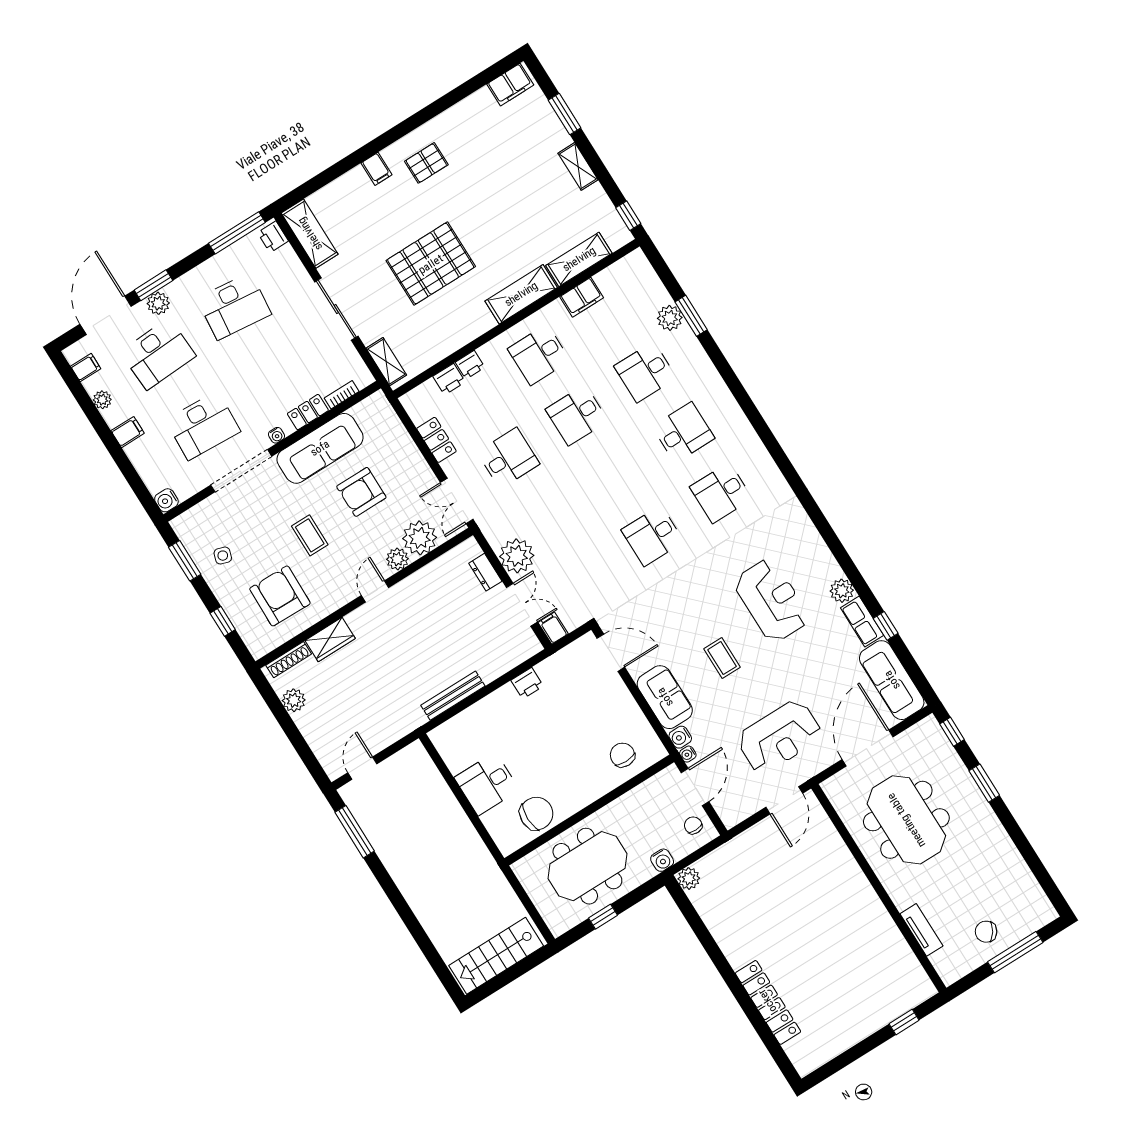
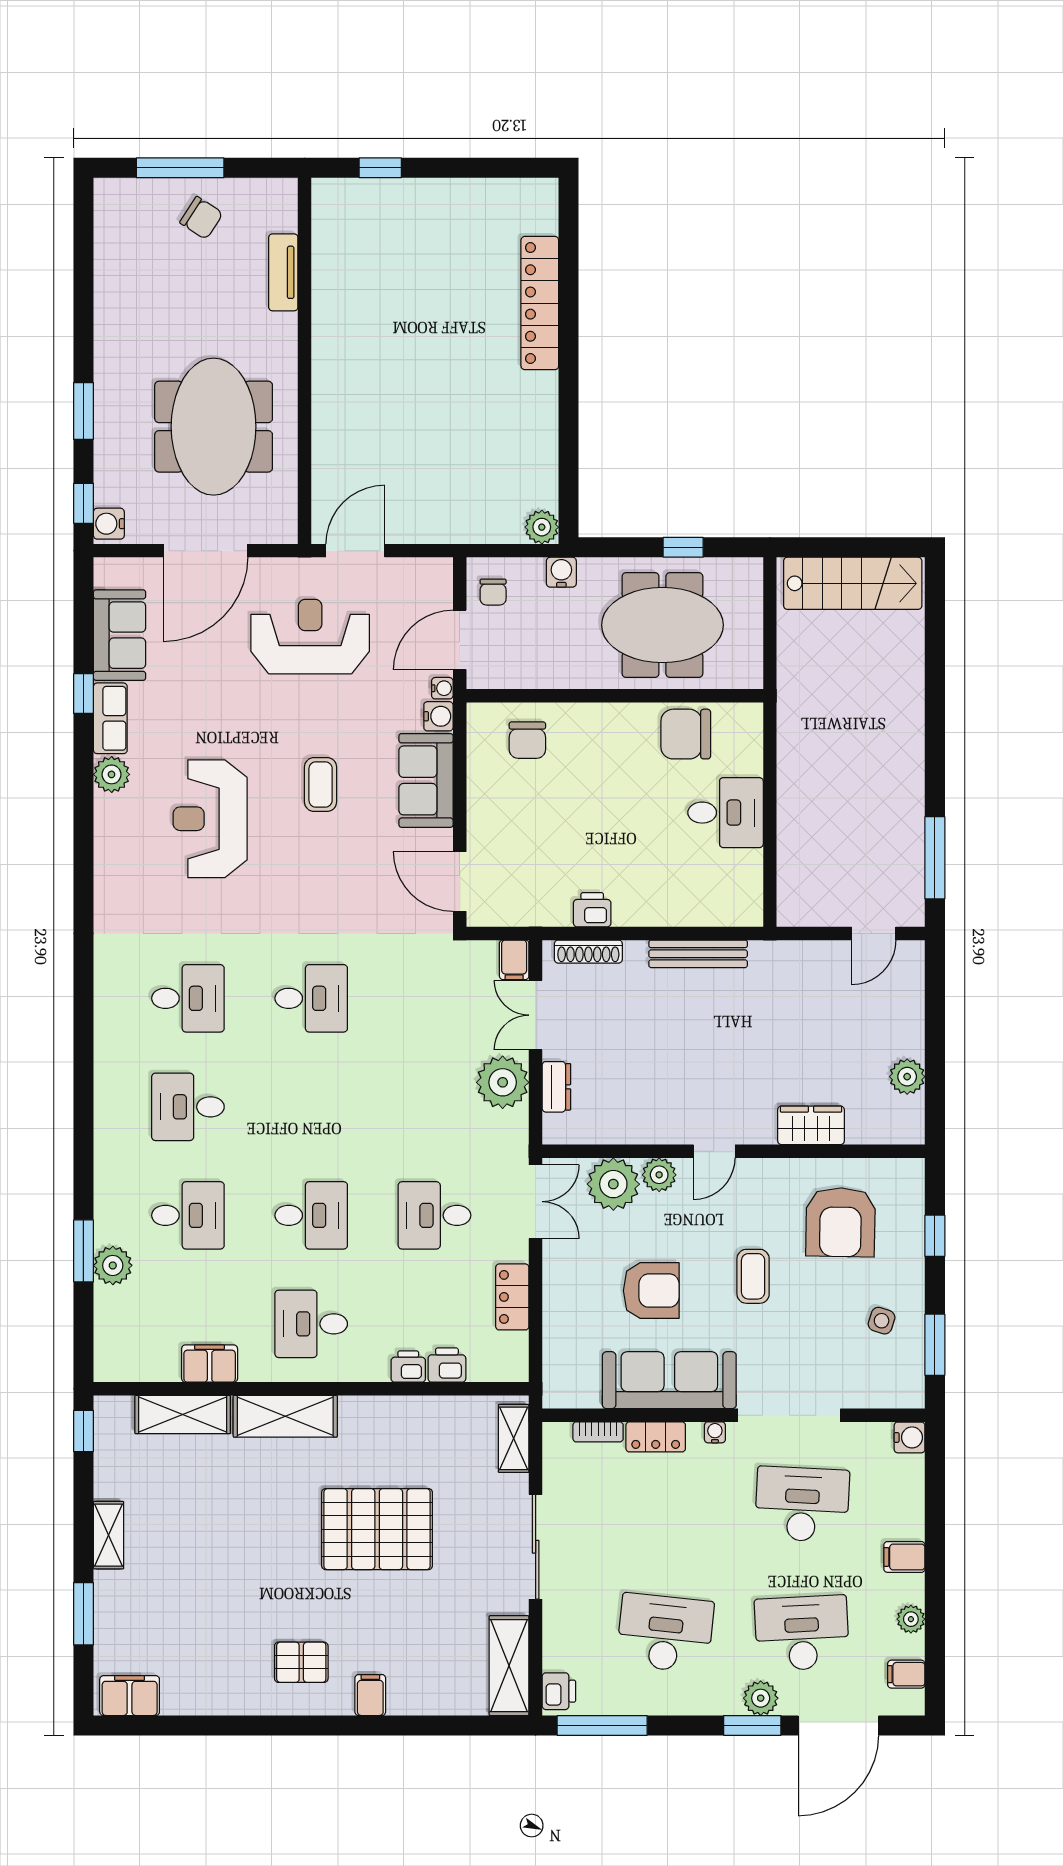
desk: (539, 355) -> (311, 1324), turned 180
shoe rack: (289, 660) -> (588, 952), moved, turned 180
sofa: (892, 680) -> (120, 635), width x0.73
water cooler: (931, 729) -> (109, 524), added

